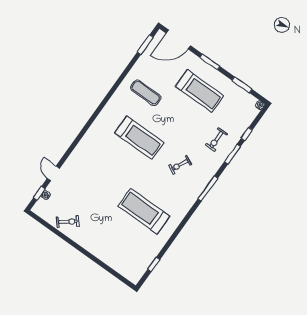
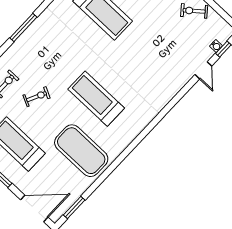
exercise mat: (146, 93) -> (81, 151), width x2.00, depth x1.45
exercise bike: (180, 165) -> (37, 97), moved

